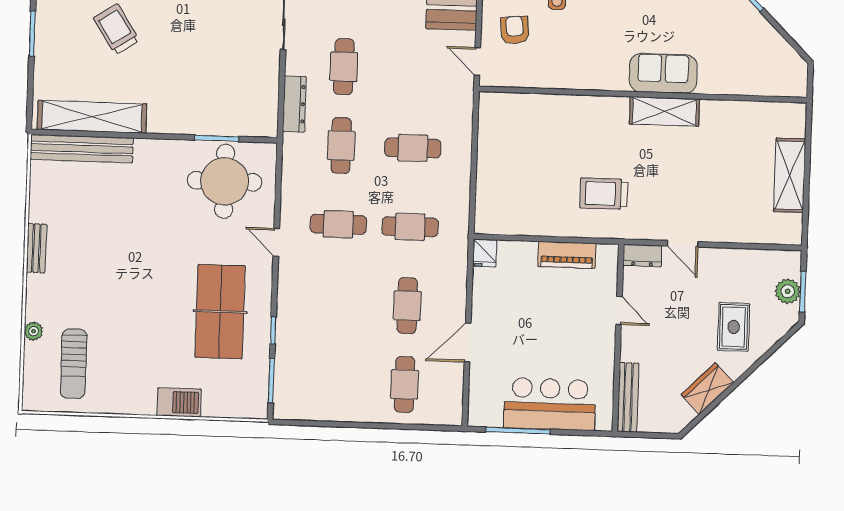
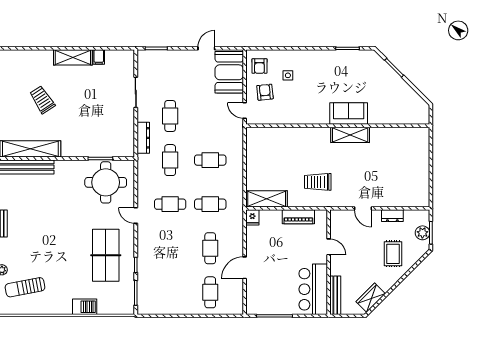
shelving: (790, 175) -> (267, 199), moved, turned 90
dresser: (642, 255) -> (392, 216), moved
sun lounger: (74, 364) -> (25, 287), turned 79
wardrobe: (707, 389) -> (371, 298), moved
bar counter: (550, 404) -> (313, 289), moved, turned -90

